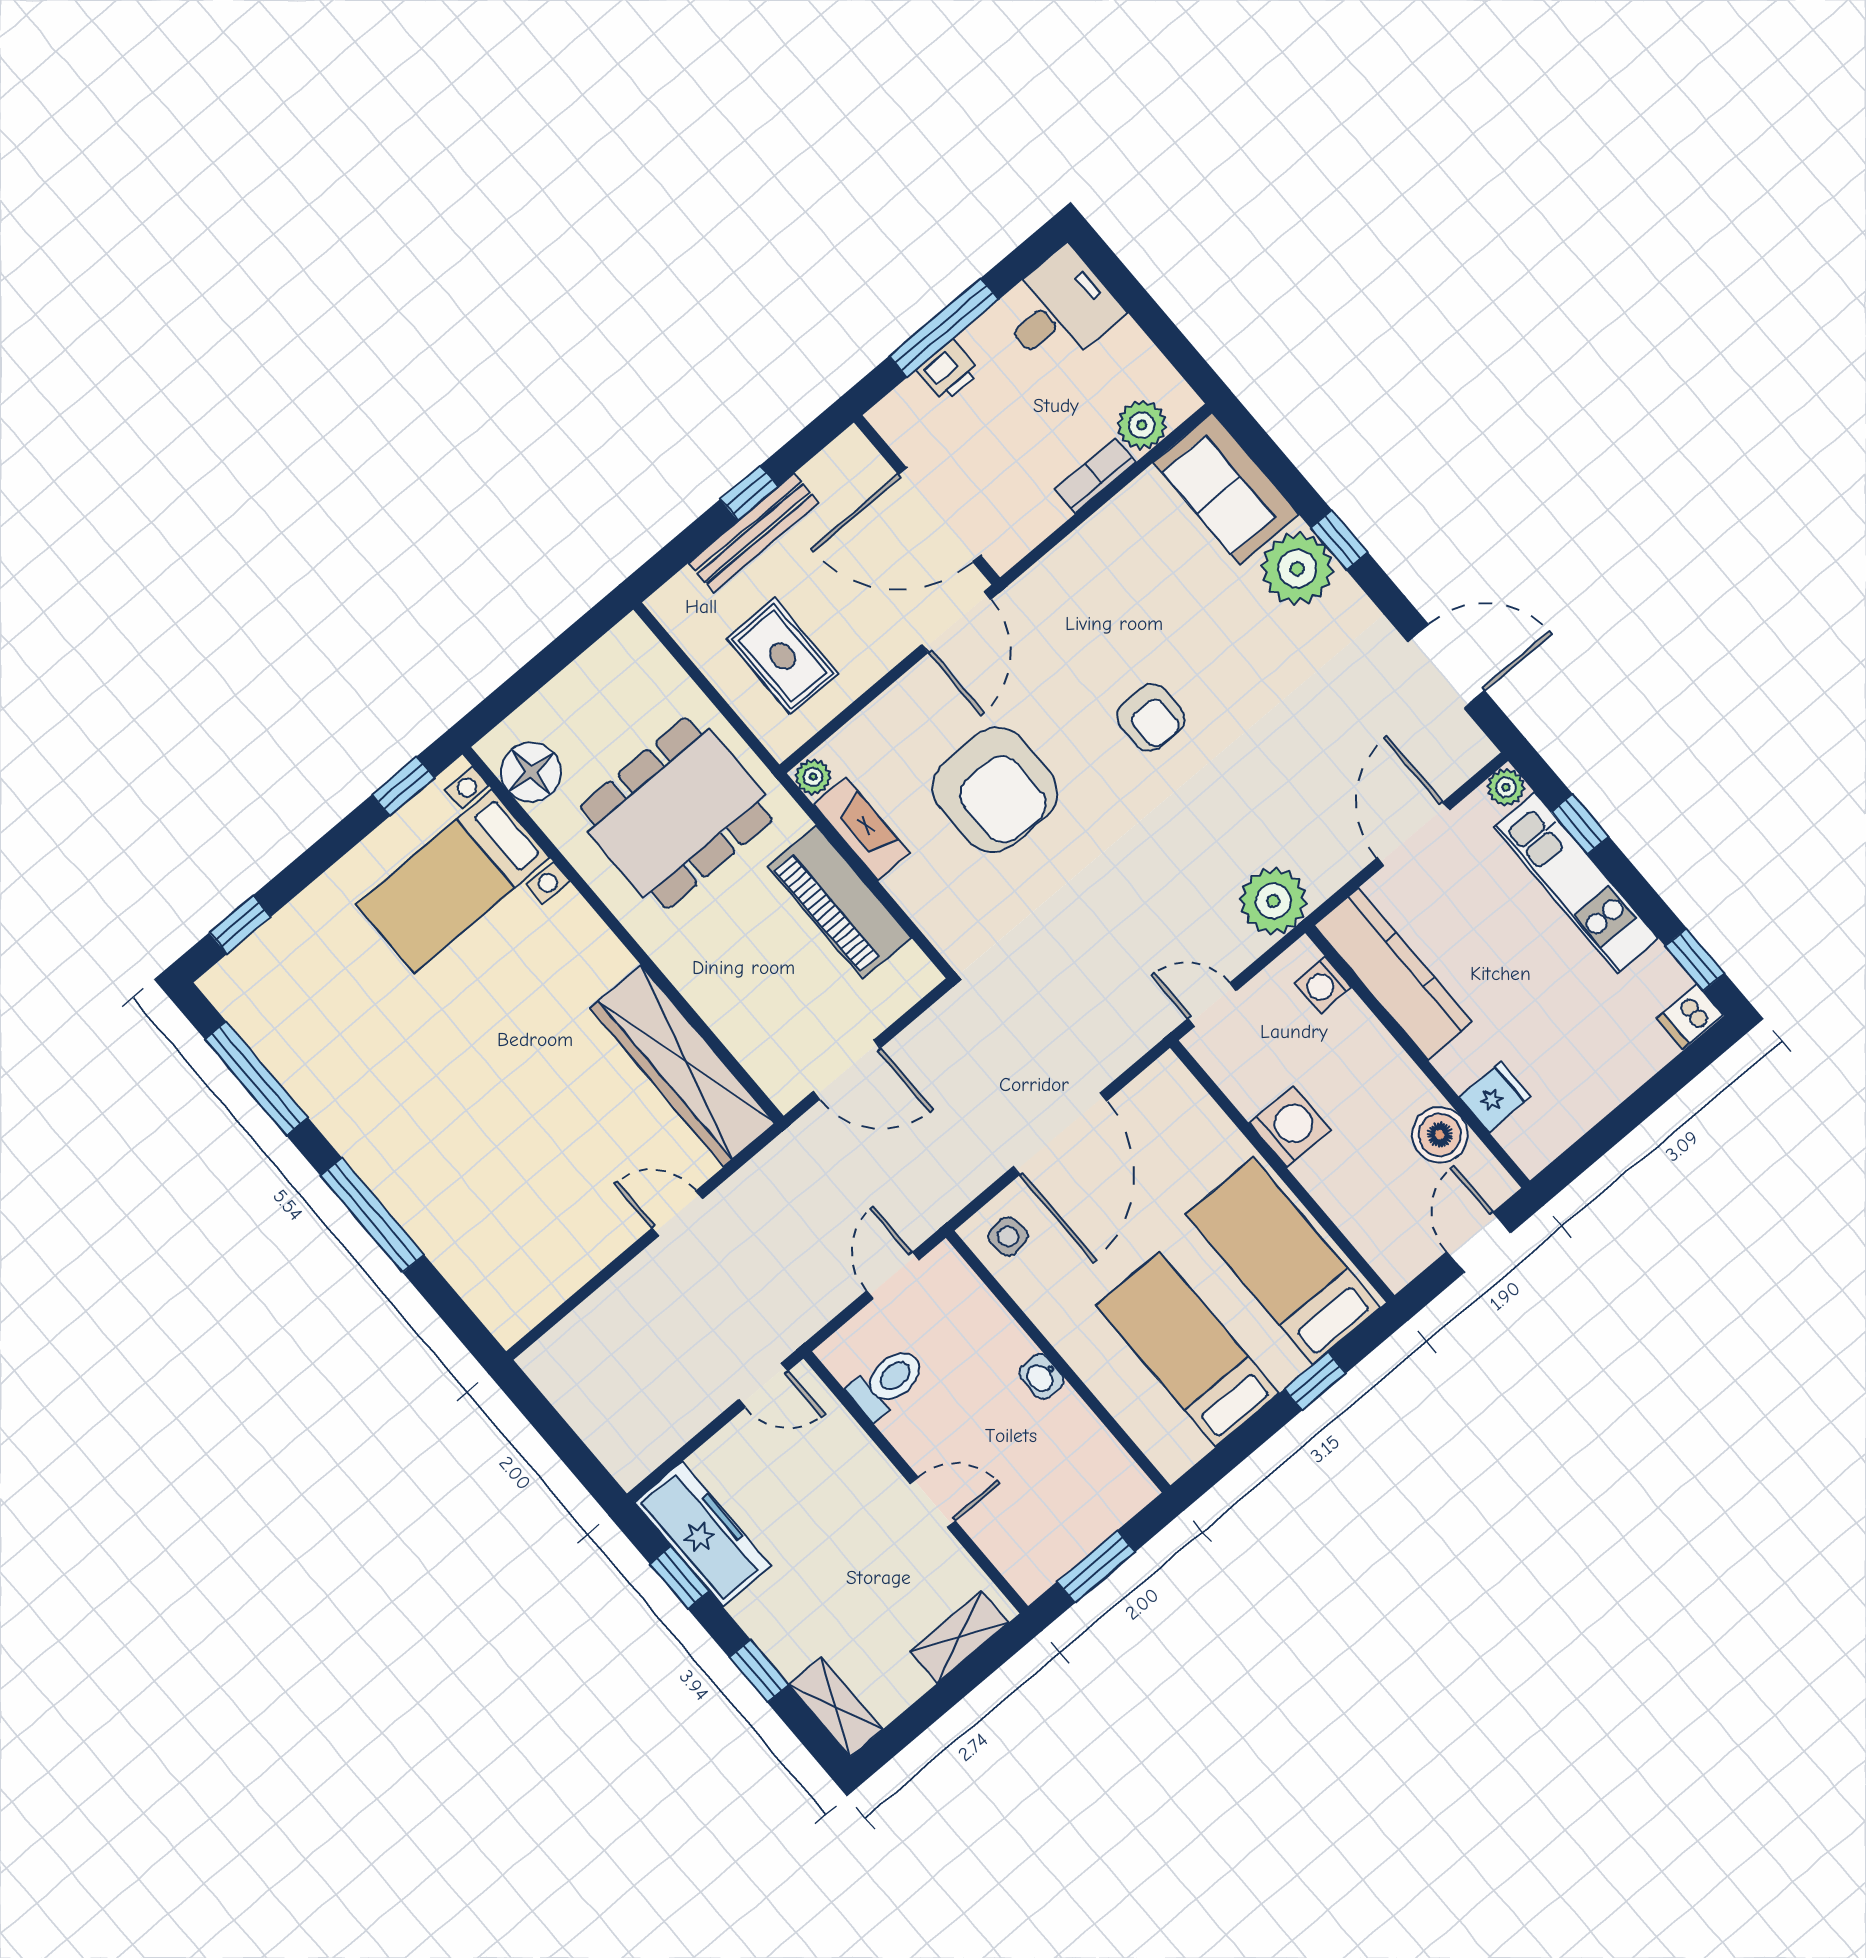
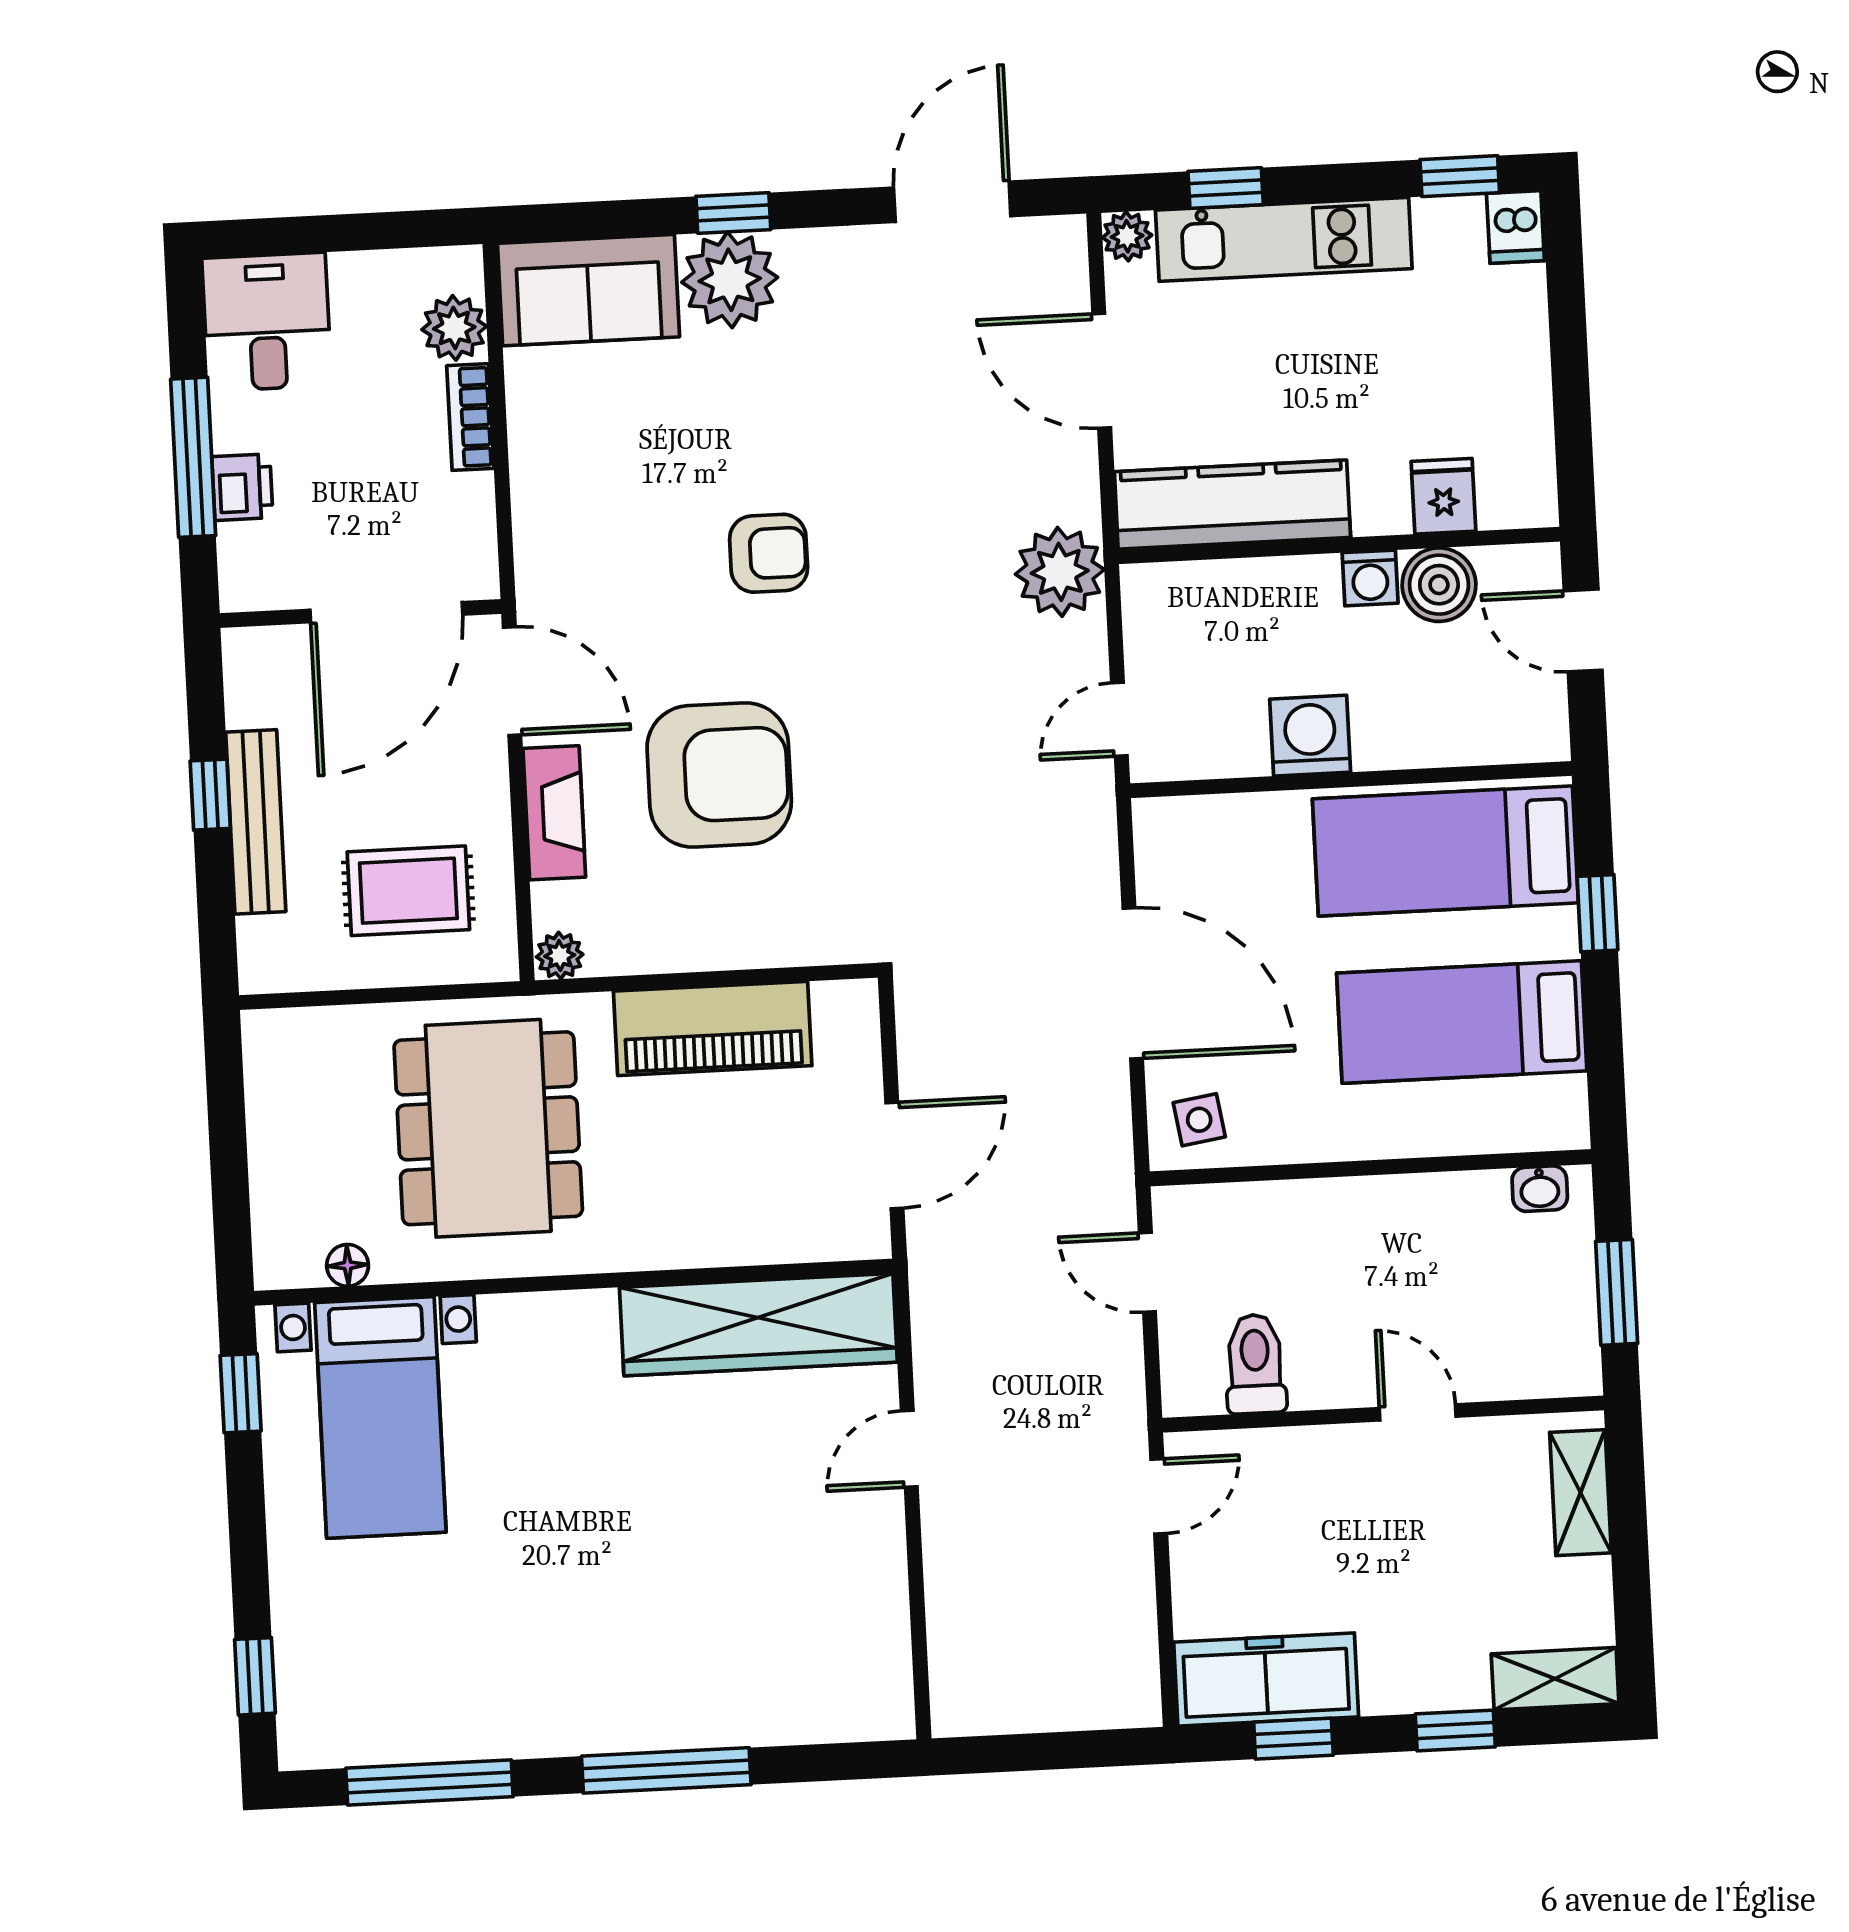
floor lamp: (531, 772) -> (348, 1265), width x0.53, depth x0.53
fireplace: (862, 829) -> (554, 813), moved, turned 90
washing machine: (1323, 985) -> (1370, 578), moved
washbasin: (1042, 1376) -> (1540, 1189), moved
door: (933, 1502) -> (1418, 1412), hinge flipped

